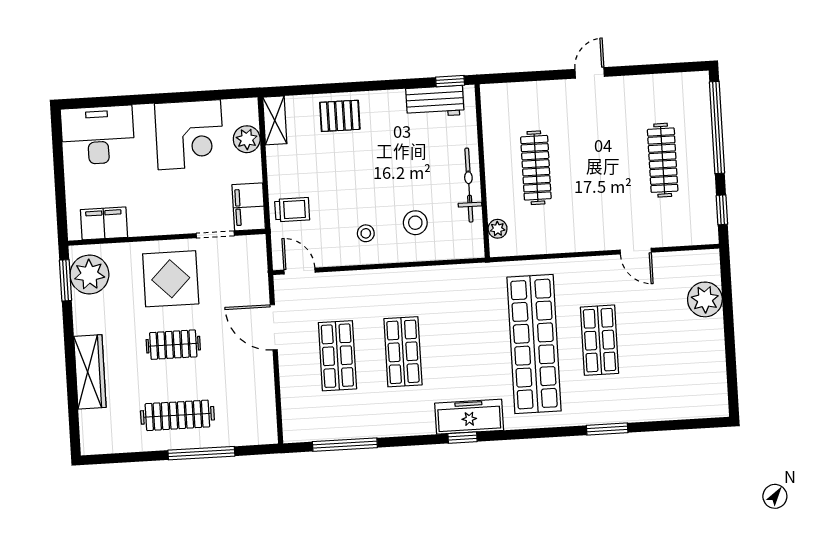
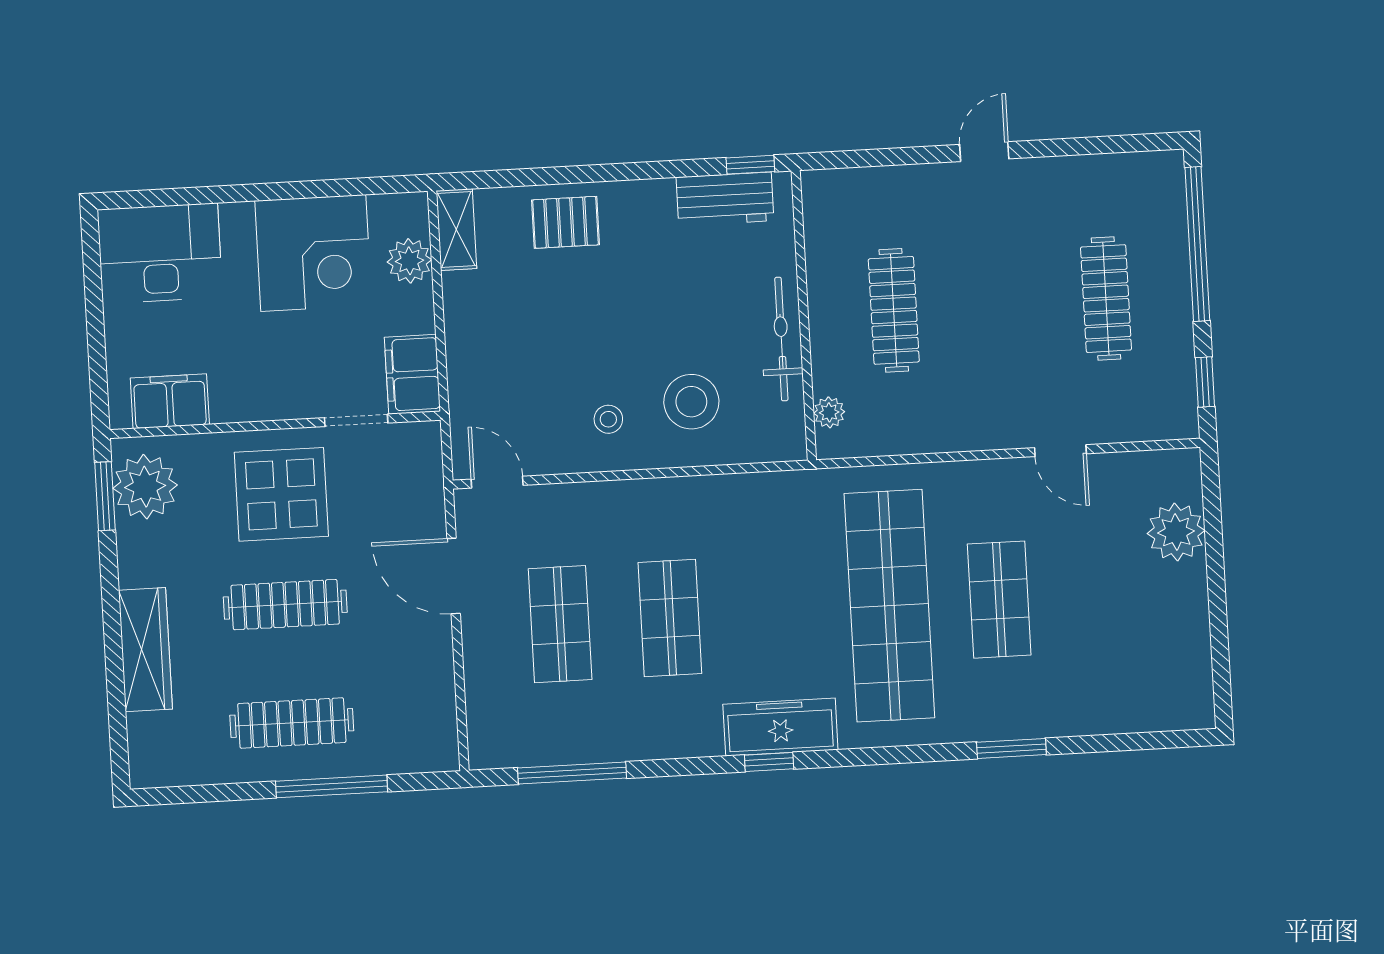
trolley: (292, 210) -> (485, 379), removed
stool: (415, 223) -> (691, 402), width x1.38, depth x1.38
clothes rail: (173, 345) -> (285, 605), width x1.36

